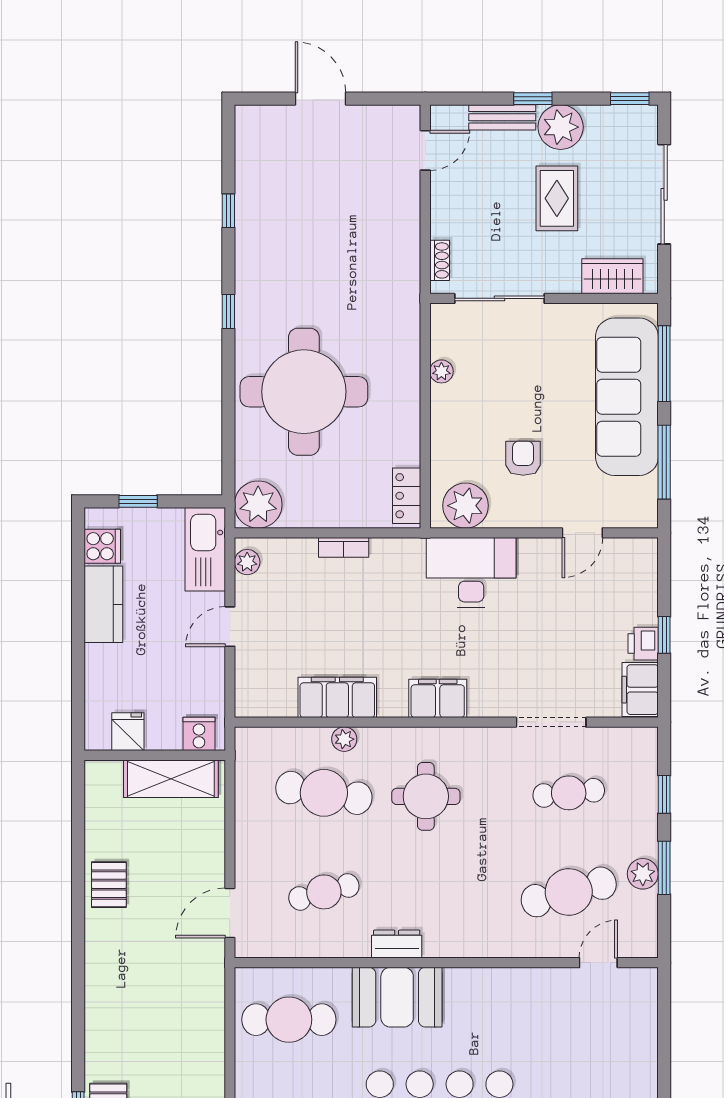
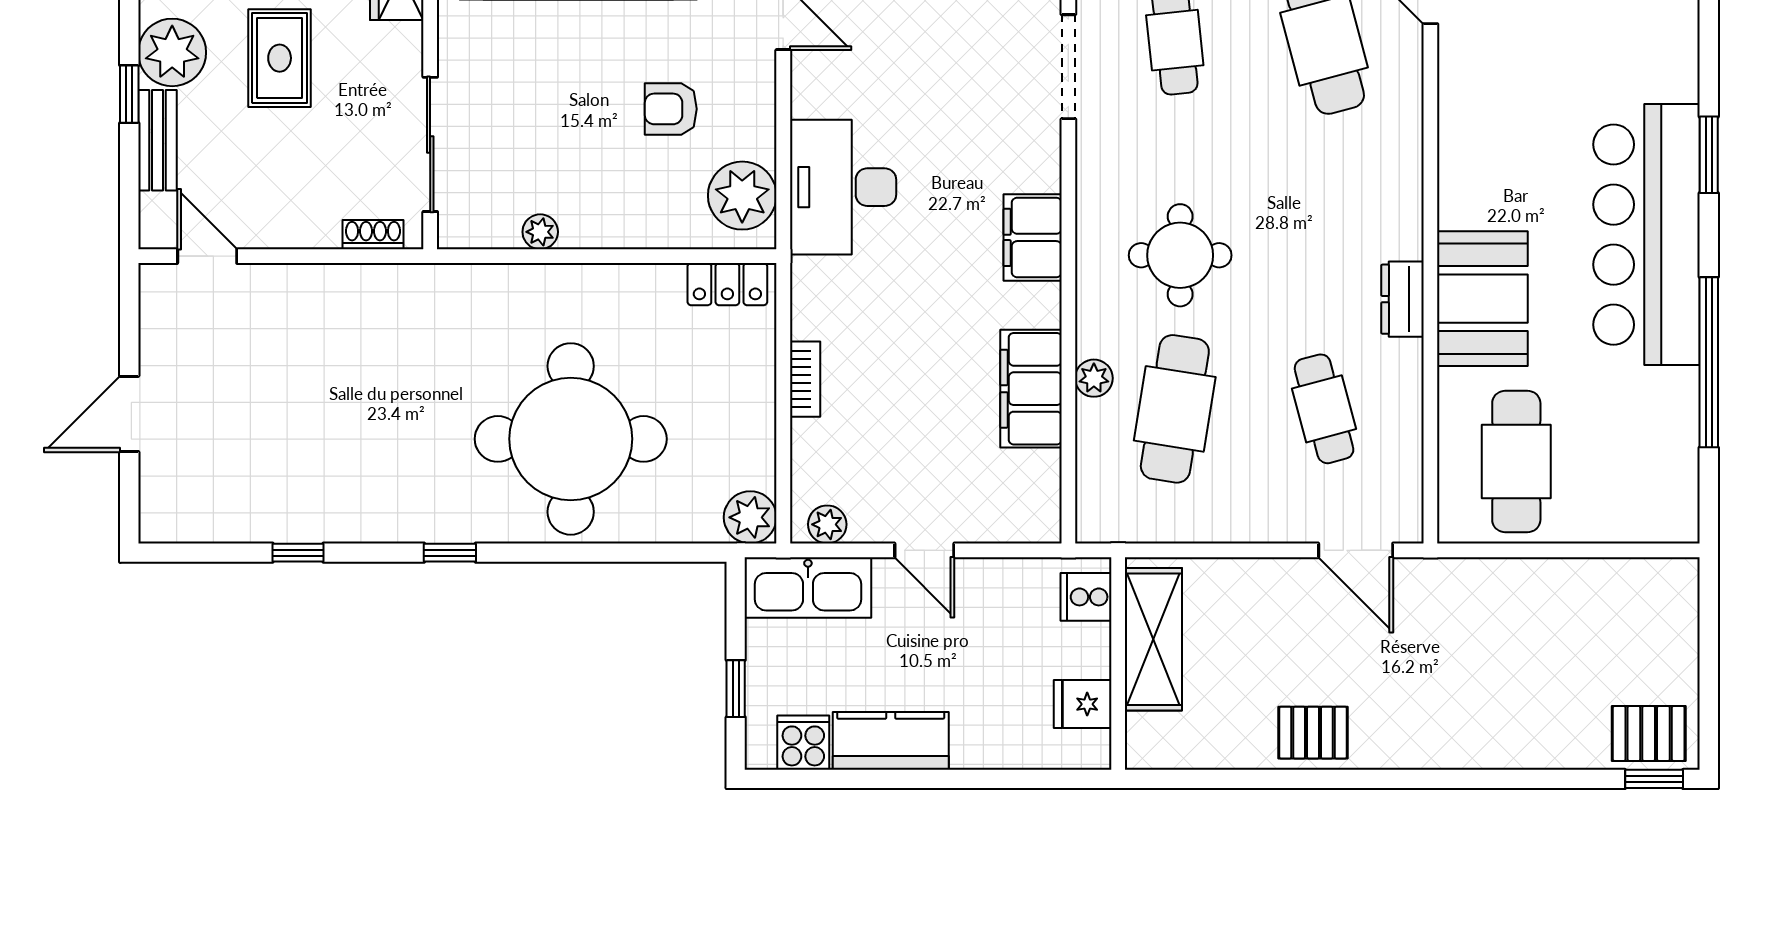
rug: (557, 198) -> (280, 58), turned 90
plant: (258, 505) -> (750, 517), width x0.73, depth x0.73

